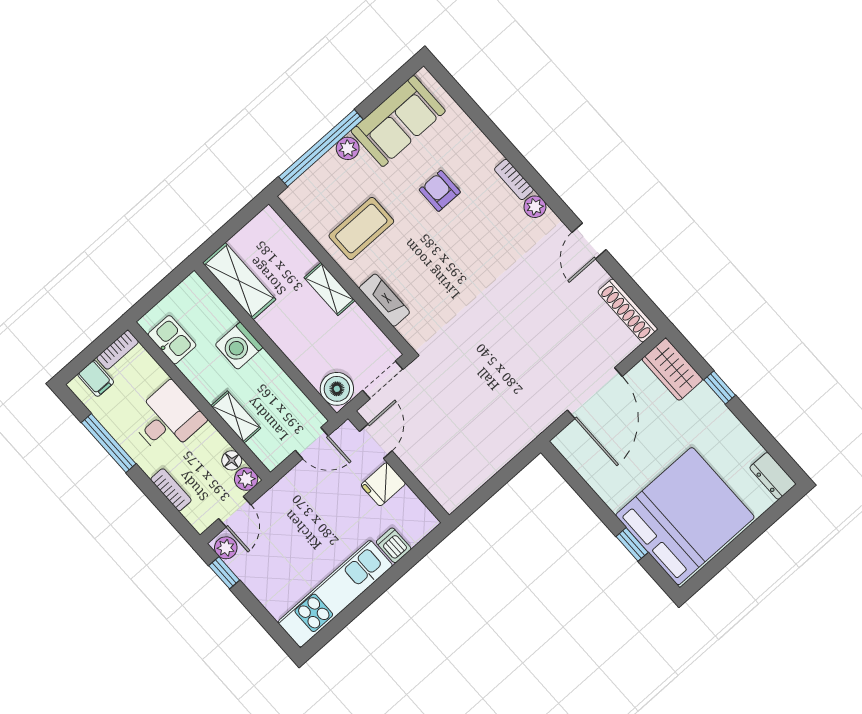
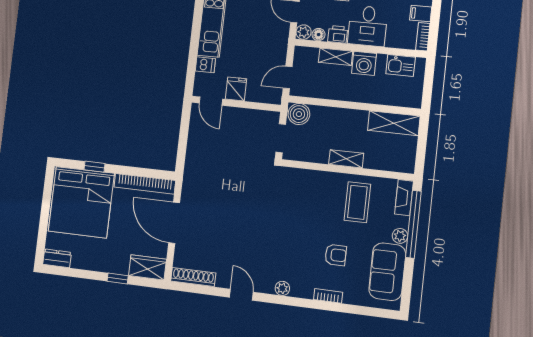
bookcase: (514, 179) -> (328, 296), moved
fireplace: (384, 300) -> (404, 198), moved, turned 90
washing machine: (239, 346) -> (364, 63), moved, turned 180
printer: (210, 441) -> (338, 34), added
door: (376, 441) -> (211, 101), moved
bookcase: (589, 470) -> (145, 184), added

